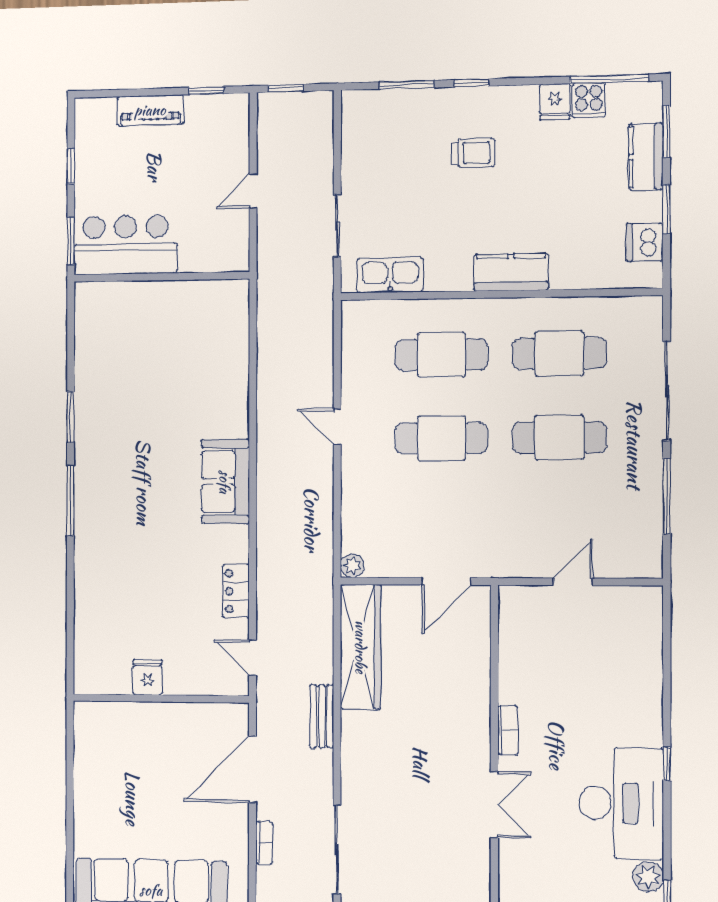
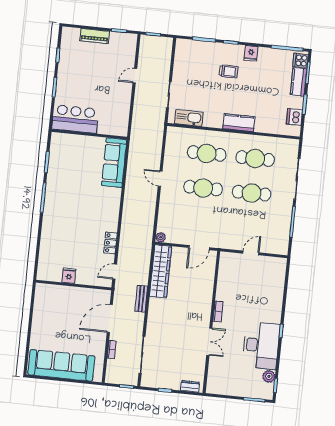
cooker: (589, 100) -> (301, 60), moved, turned 90
fridge: (555, 102) -> (251, 53), moved
bar counter: (125, 245) -> (75, 119), moved
wall: (161, 277) -> (89, 134), moved
sofa: (225, 482) -> (114, 163), moved, width x1.36
door: (253, 658) -> (115, 272), hinge flipped

